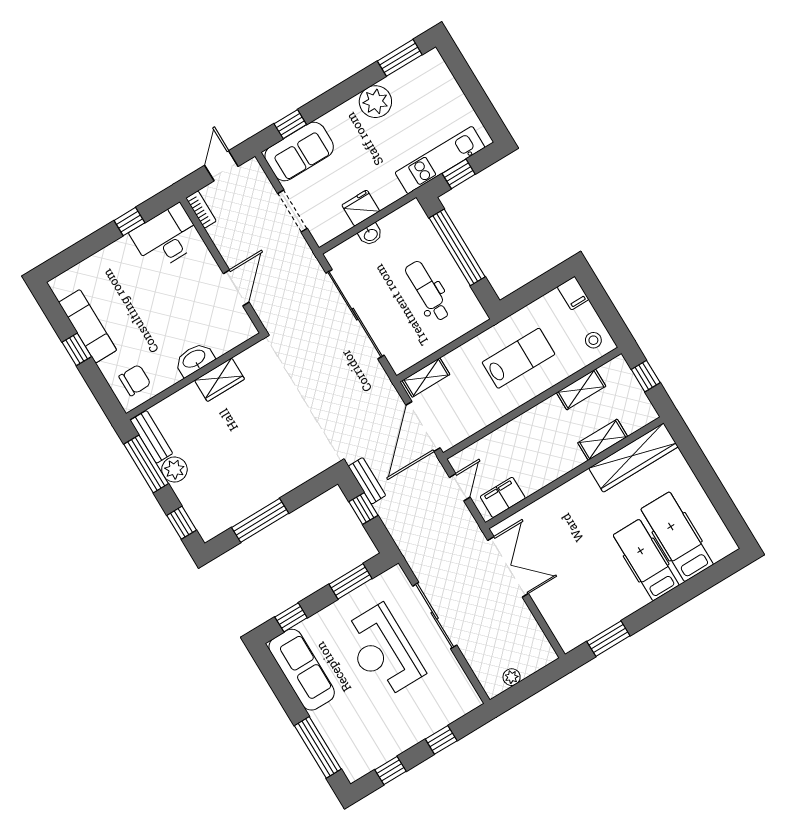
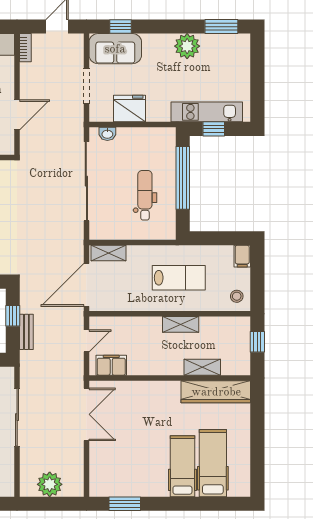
fridge: (361, 208) -> (130, 109), width x1.36, depth x1.34
washbasin: (371, 235) -> (107, 134), moved
shelving: (581, 389) -> (181, 324), moved
bench: (367, 481) -> (26, 332), moved
plant: (512, 677) -> (50, 484), width x1.88, depth x1.88

